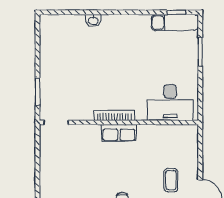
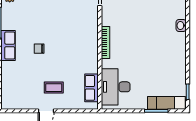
exam couch: (175, 23) -> (166, 103), moved, turned 90
row of seats: (119, 133) -> (92, 88), moved

